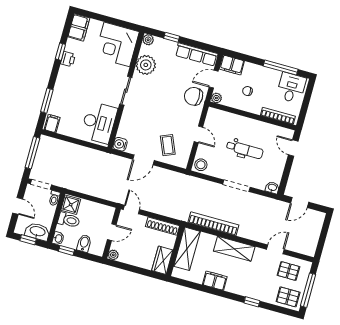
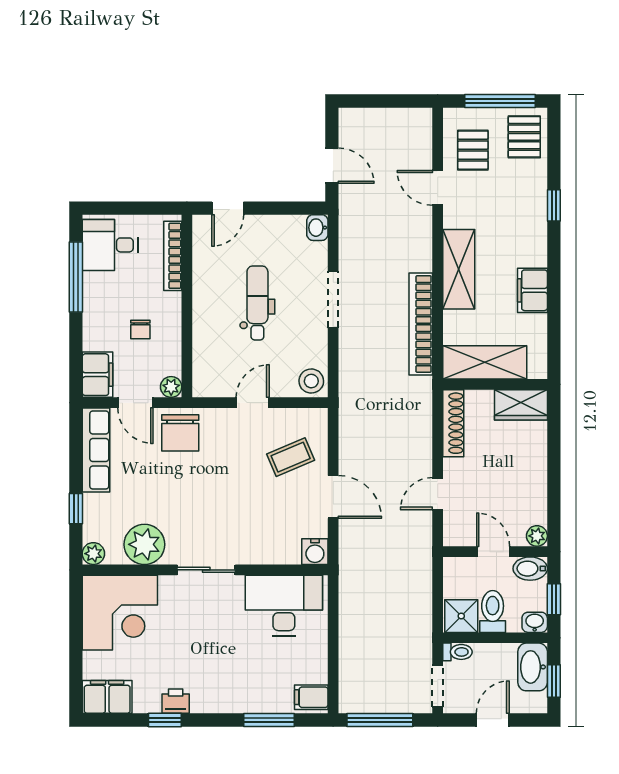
door: (112, 232) -> (493, 552), moved
wall: (111, 233) -> (495, 552), moved
plant: (113, 255) -> (537, 536), moved

